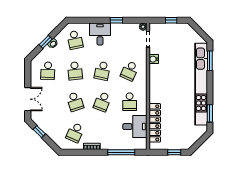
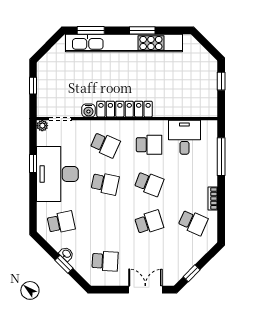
desk: (100, 34) -> (57, 174), width x1.87, depth x1.30
school desk: (75, 71) -> (105, 222), removed
window: (210, 113) -> (142, 30), moved
locker: (155, 123) -> (125, 109), moved

